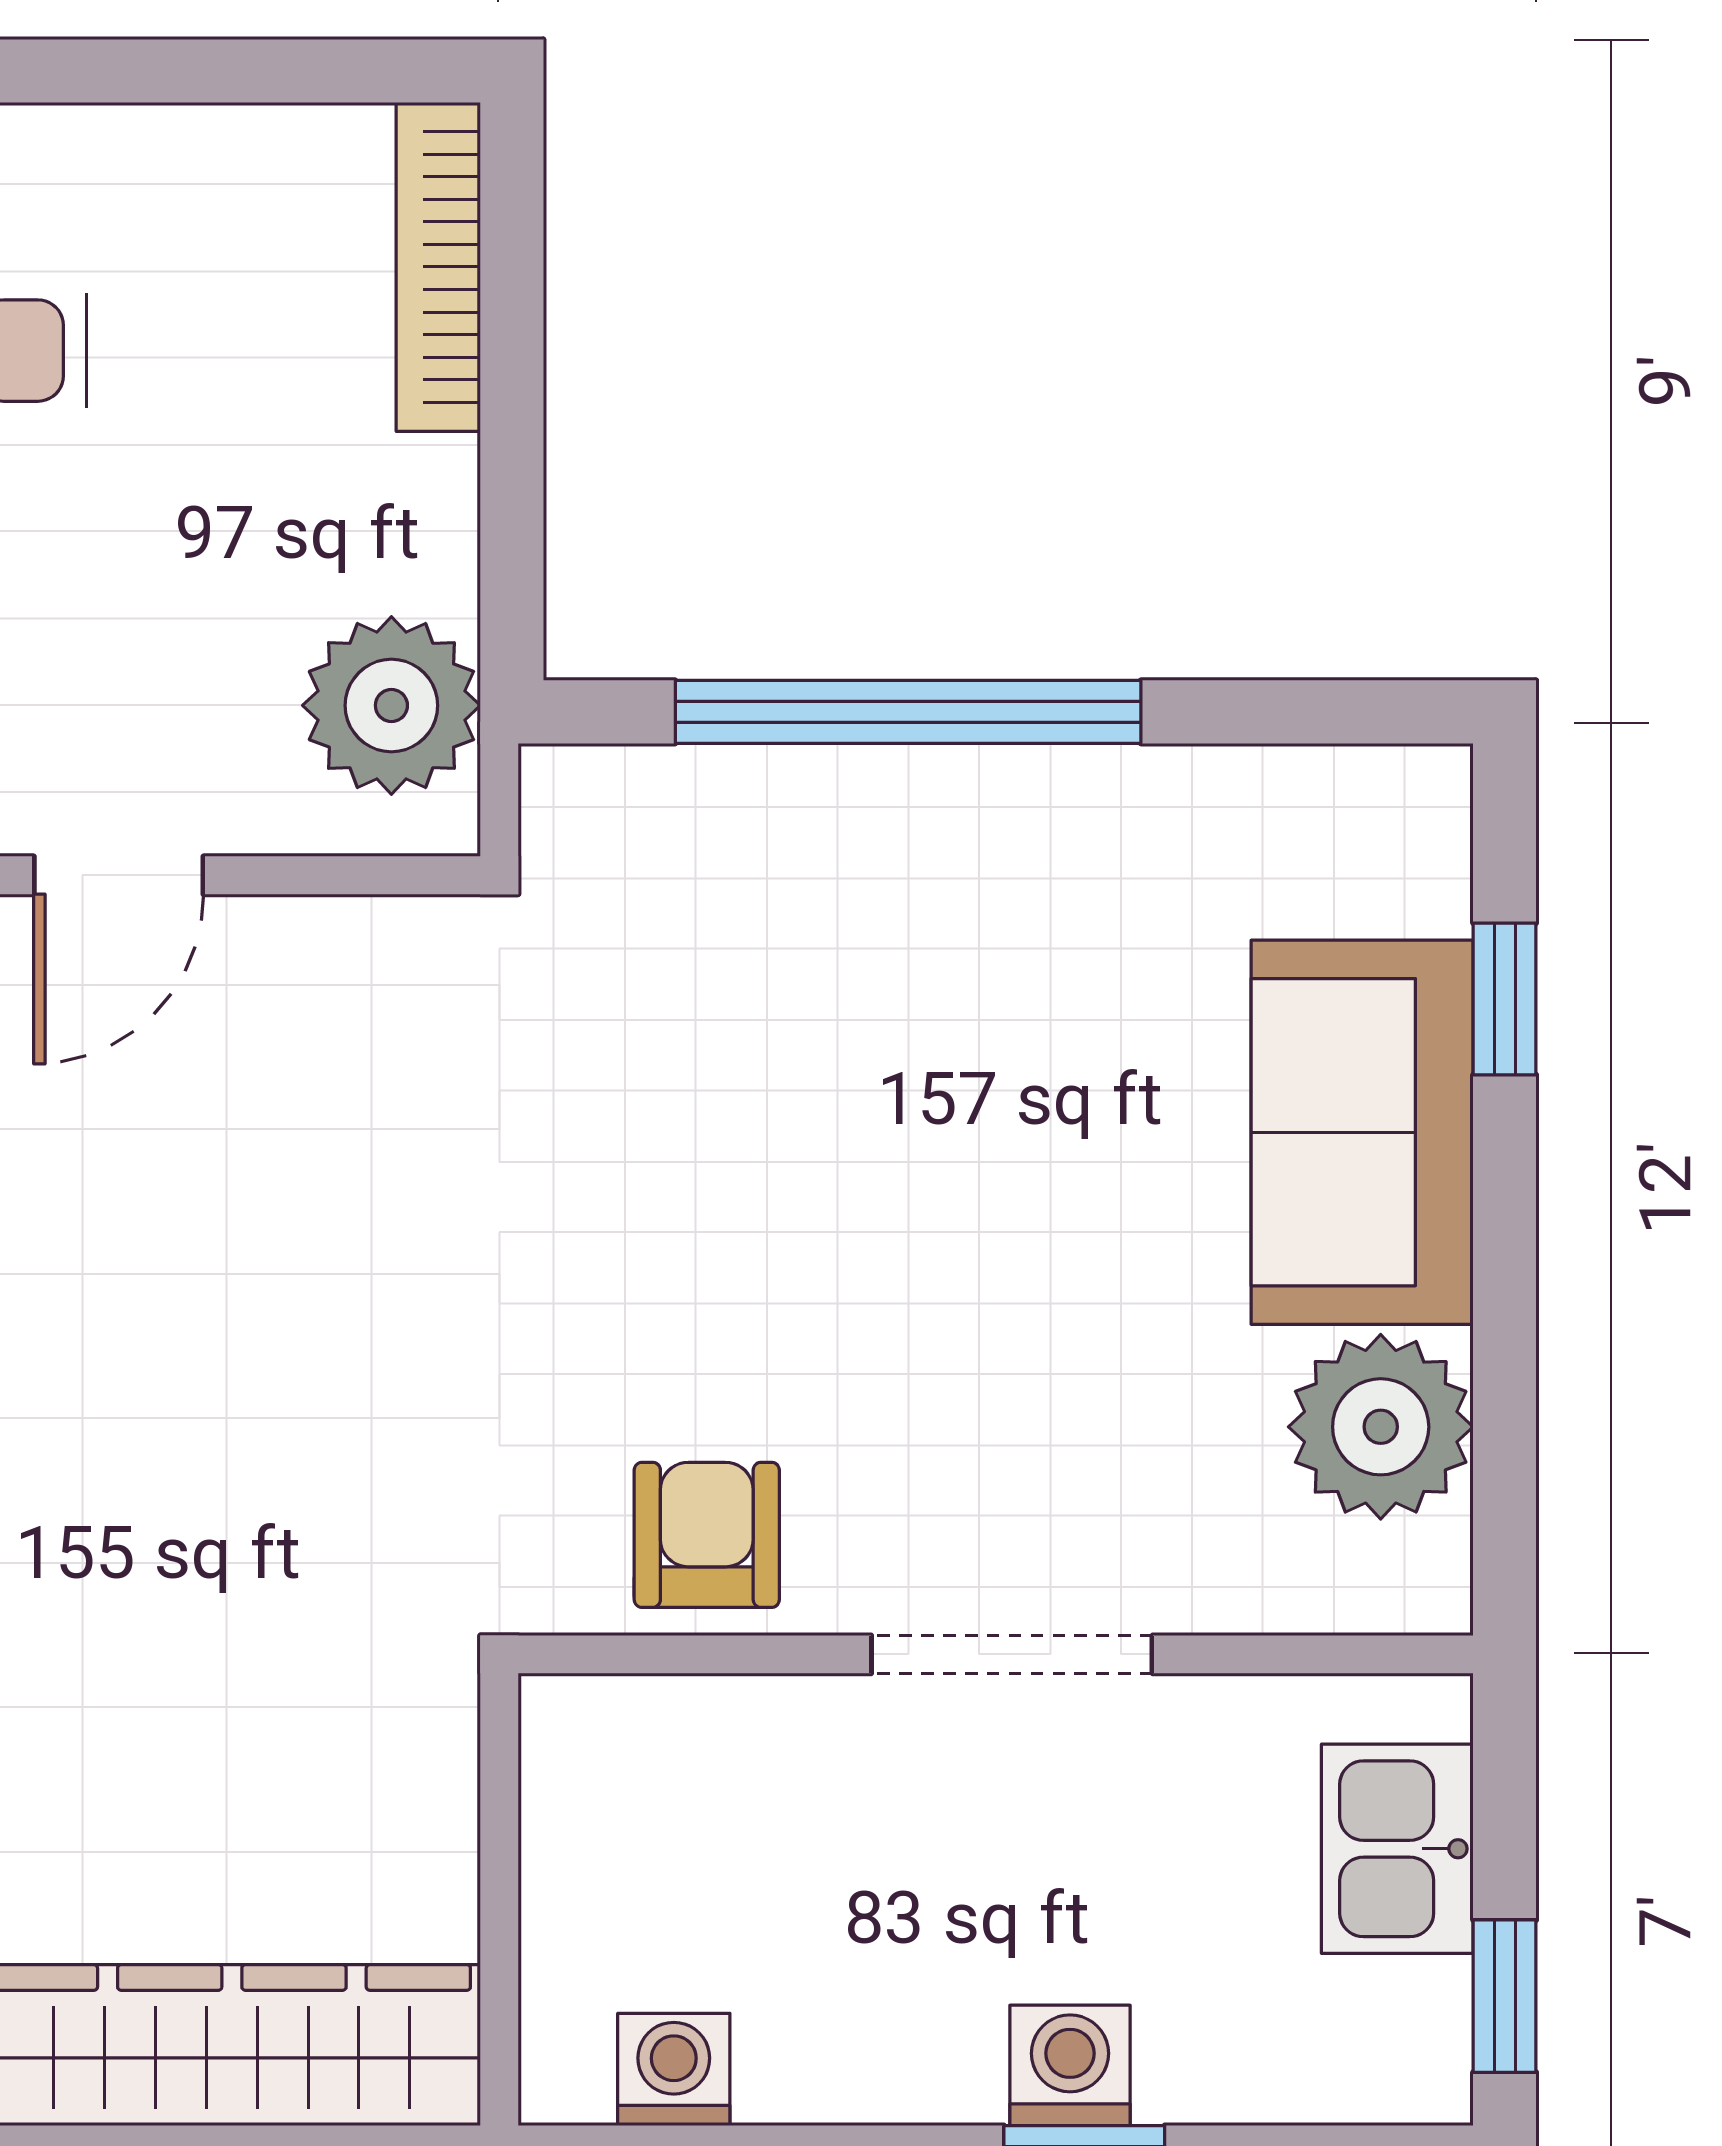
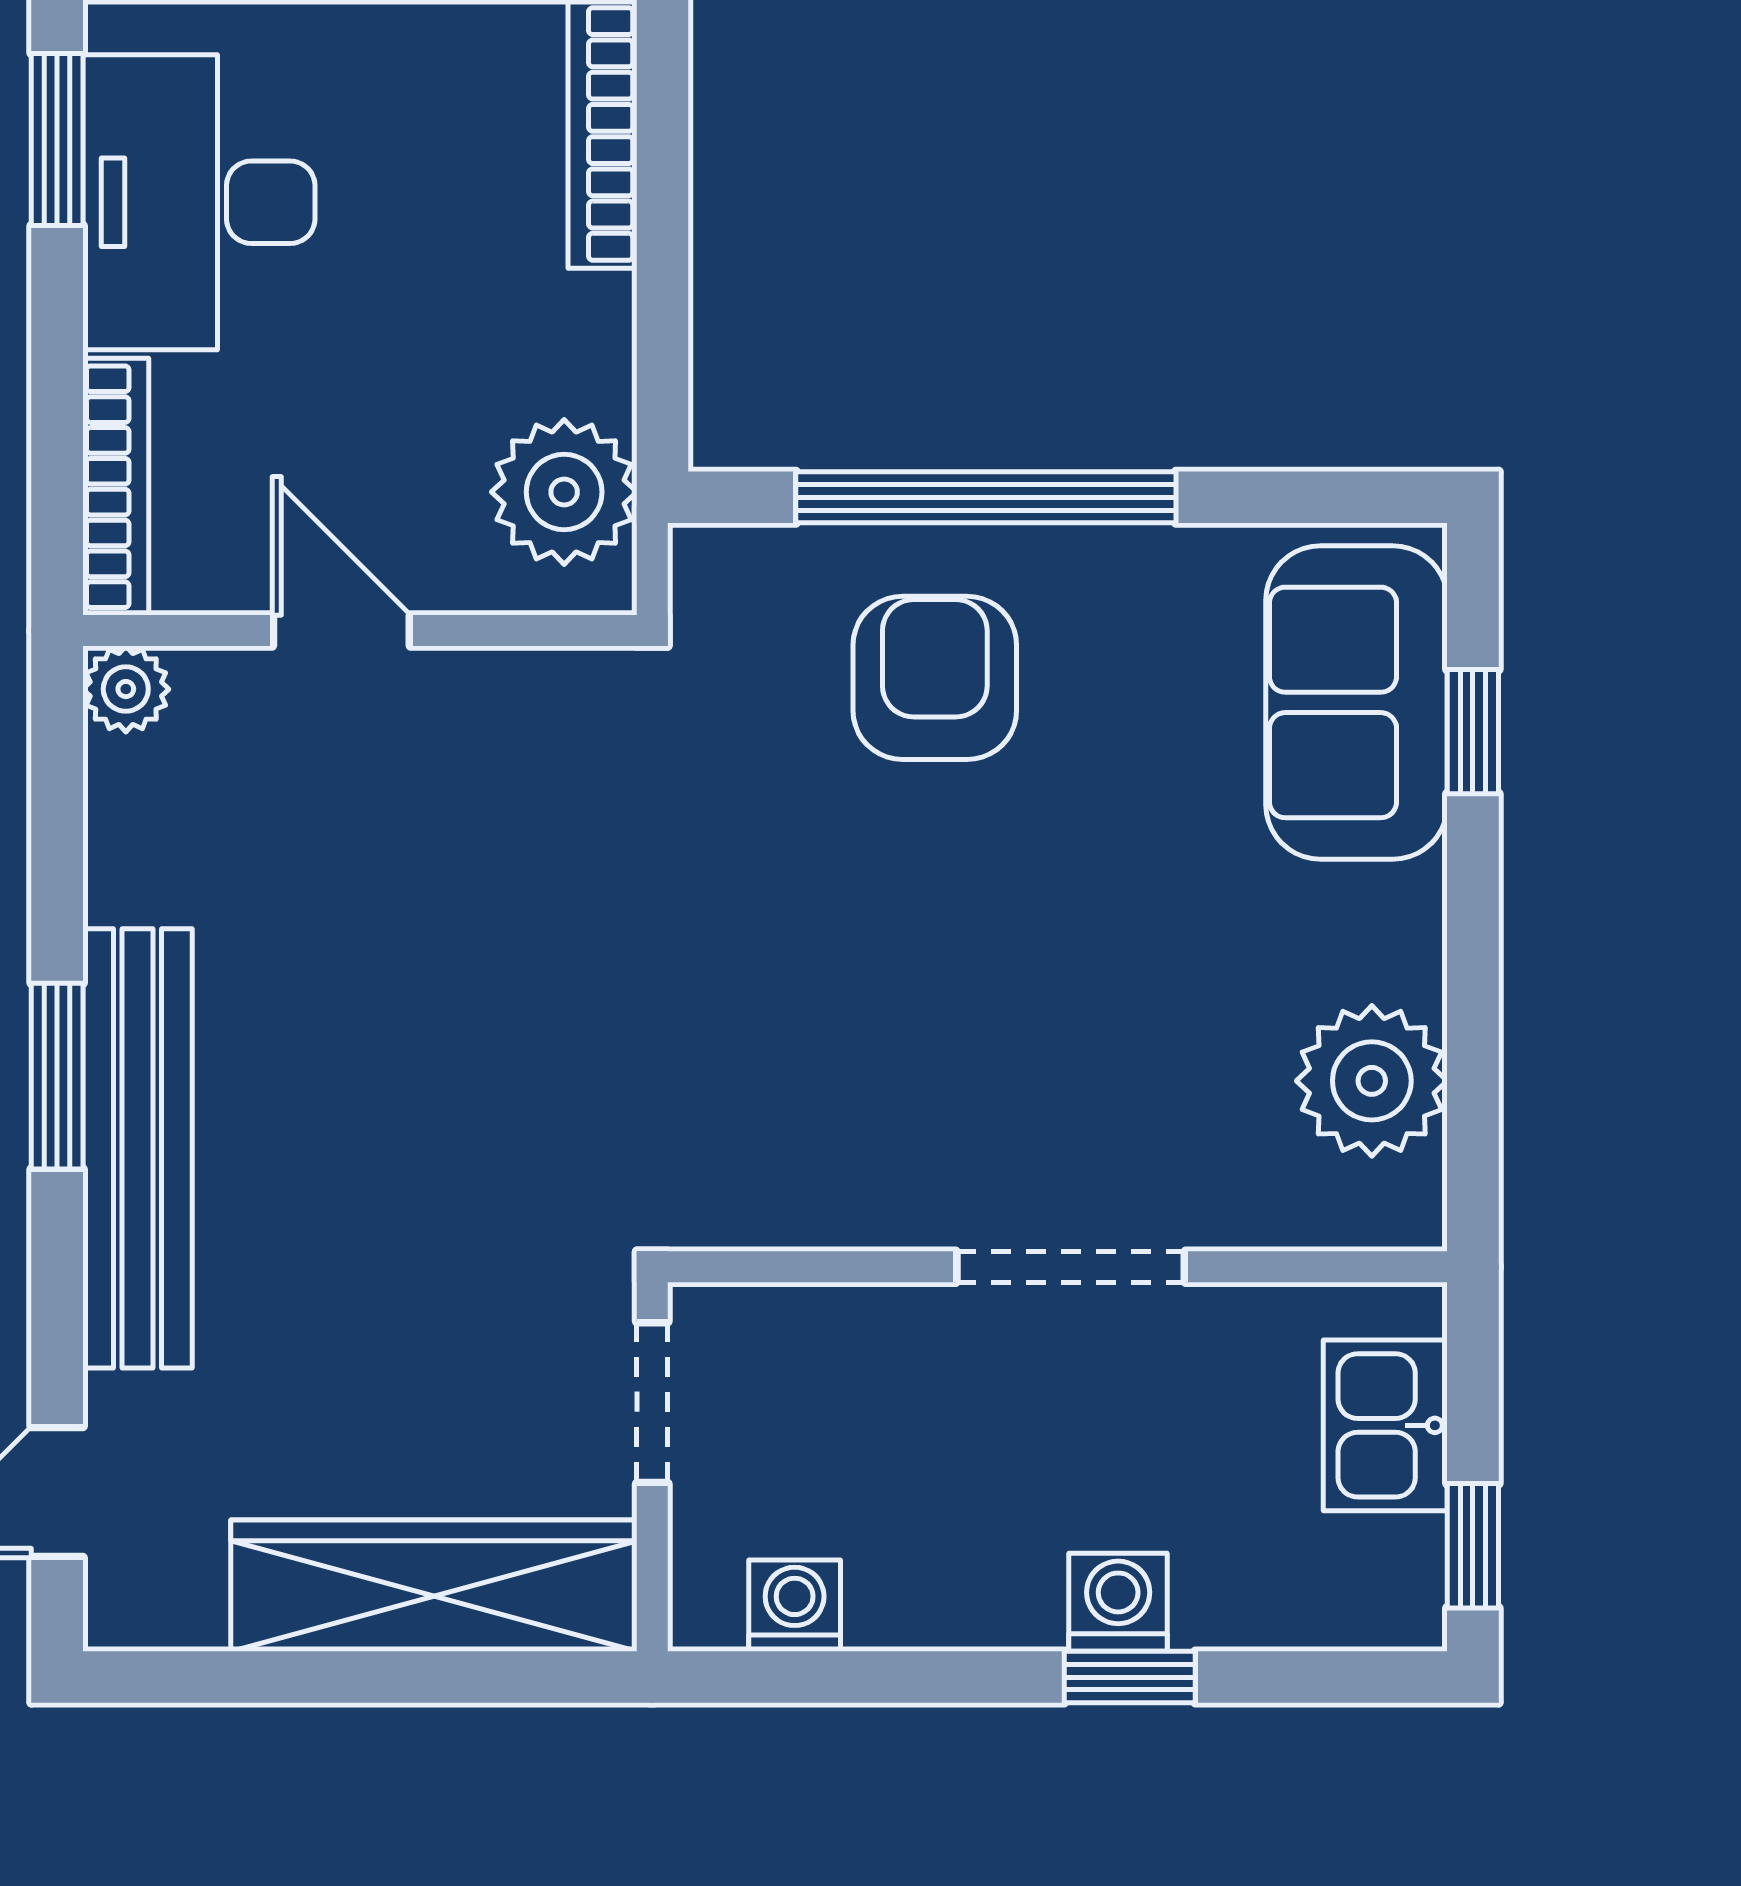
door: (119, 875) -> (341, 631), swing flipped
sofa: (1362, 1132) -> (1357, 702), moved
armchair: (707, 1535) -> (935, 678), moved, width x1.38, depth x1.38
doorway: (499, 1821) -> (652, 1403), added

